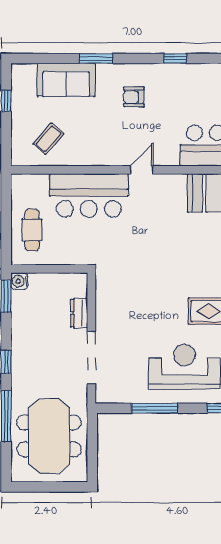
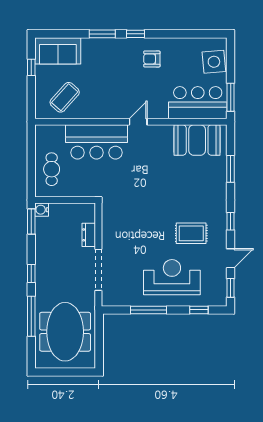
window: (175, 58) -> (136, 34), moved
sofa: (66, 80) -> (58, 51), moved
armchair: (134, 97) -> (152, 59), moved
coffee table: (48, 139) -> (65, 97), width x1.36, depth x1.30

